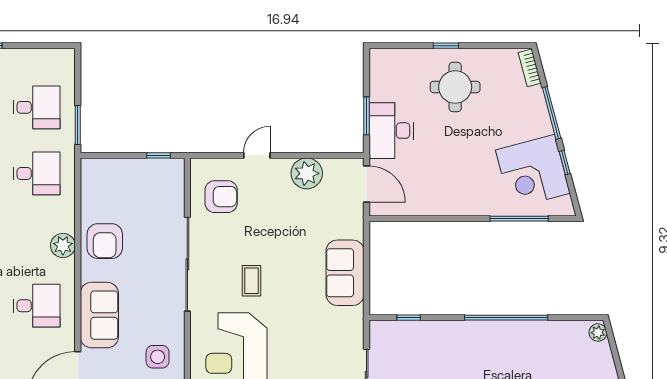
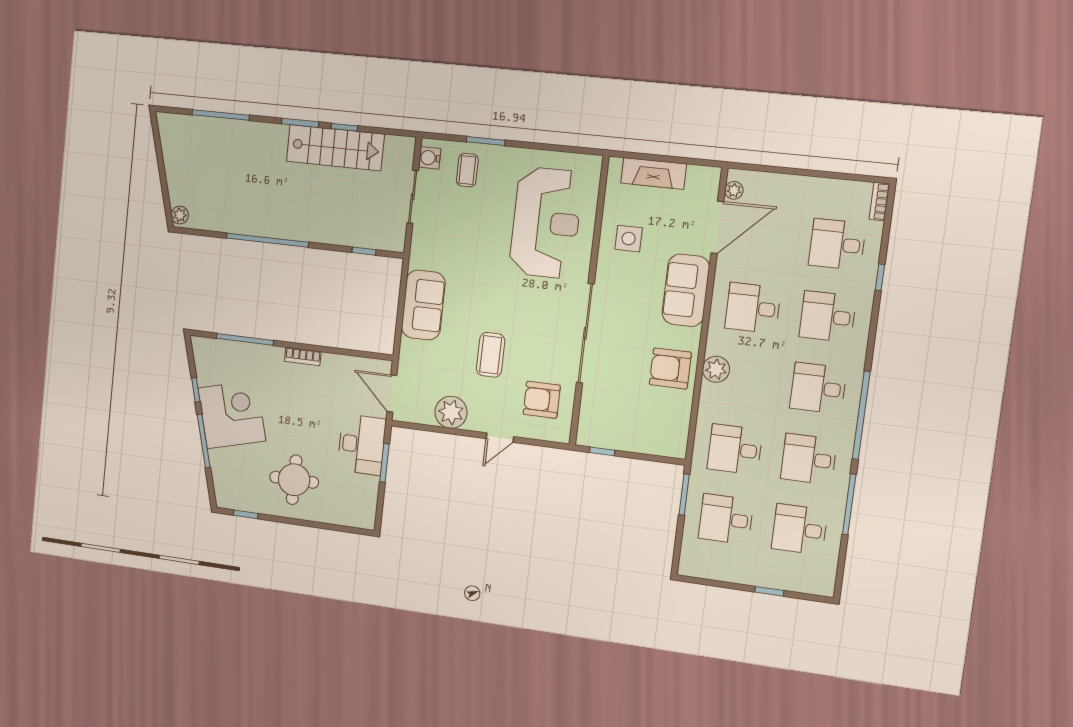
window: (446, 46) -> (246, 514), moved
bookcase: (530, 68) -> (303, 356), moved, turned 105
corner desk: (533, 172) -> (232, 415), moved
armchair: (105, 241) -> (670, 368), turned -90
coffee table: (252, 281) -> (491, 355), moved, width x1.36, depth x1.30

